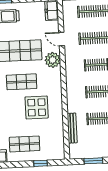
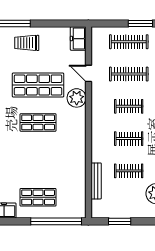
display table: (37, 107) -> (55, 154), removed
window: (41, 163) -> (56, 221), width x3.17

